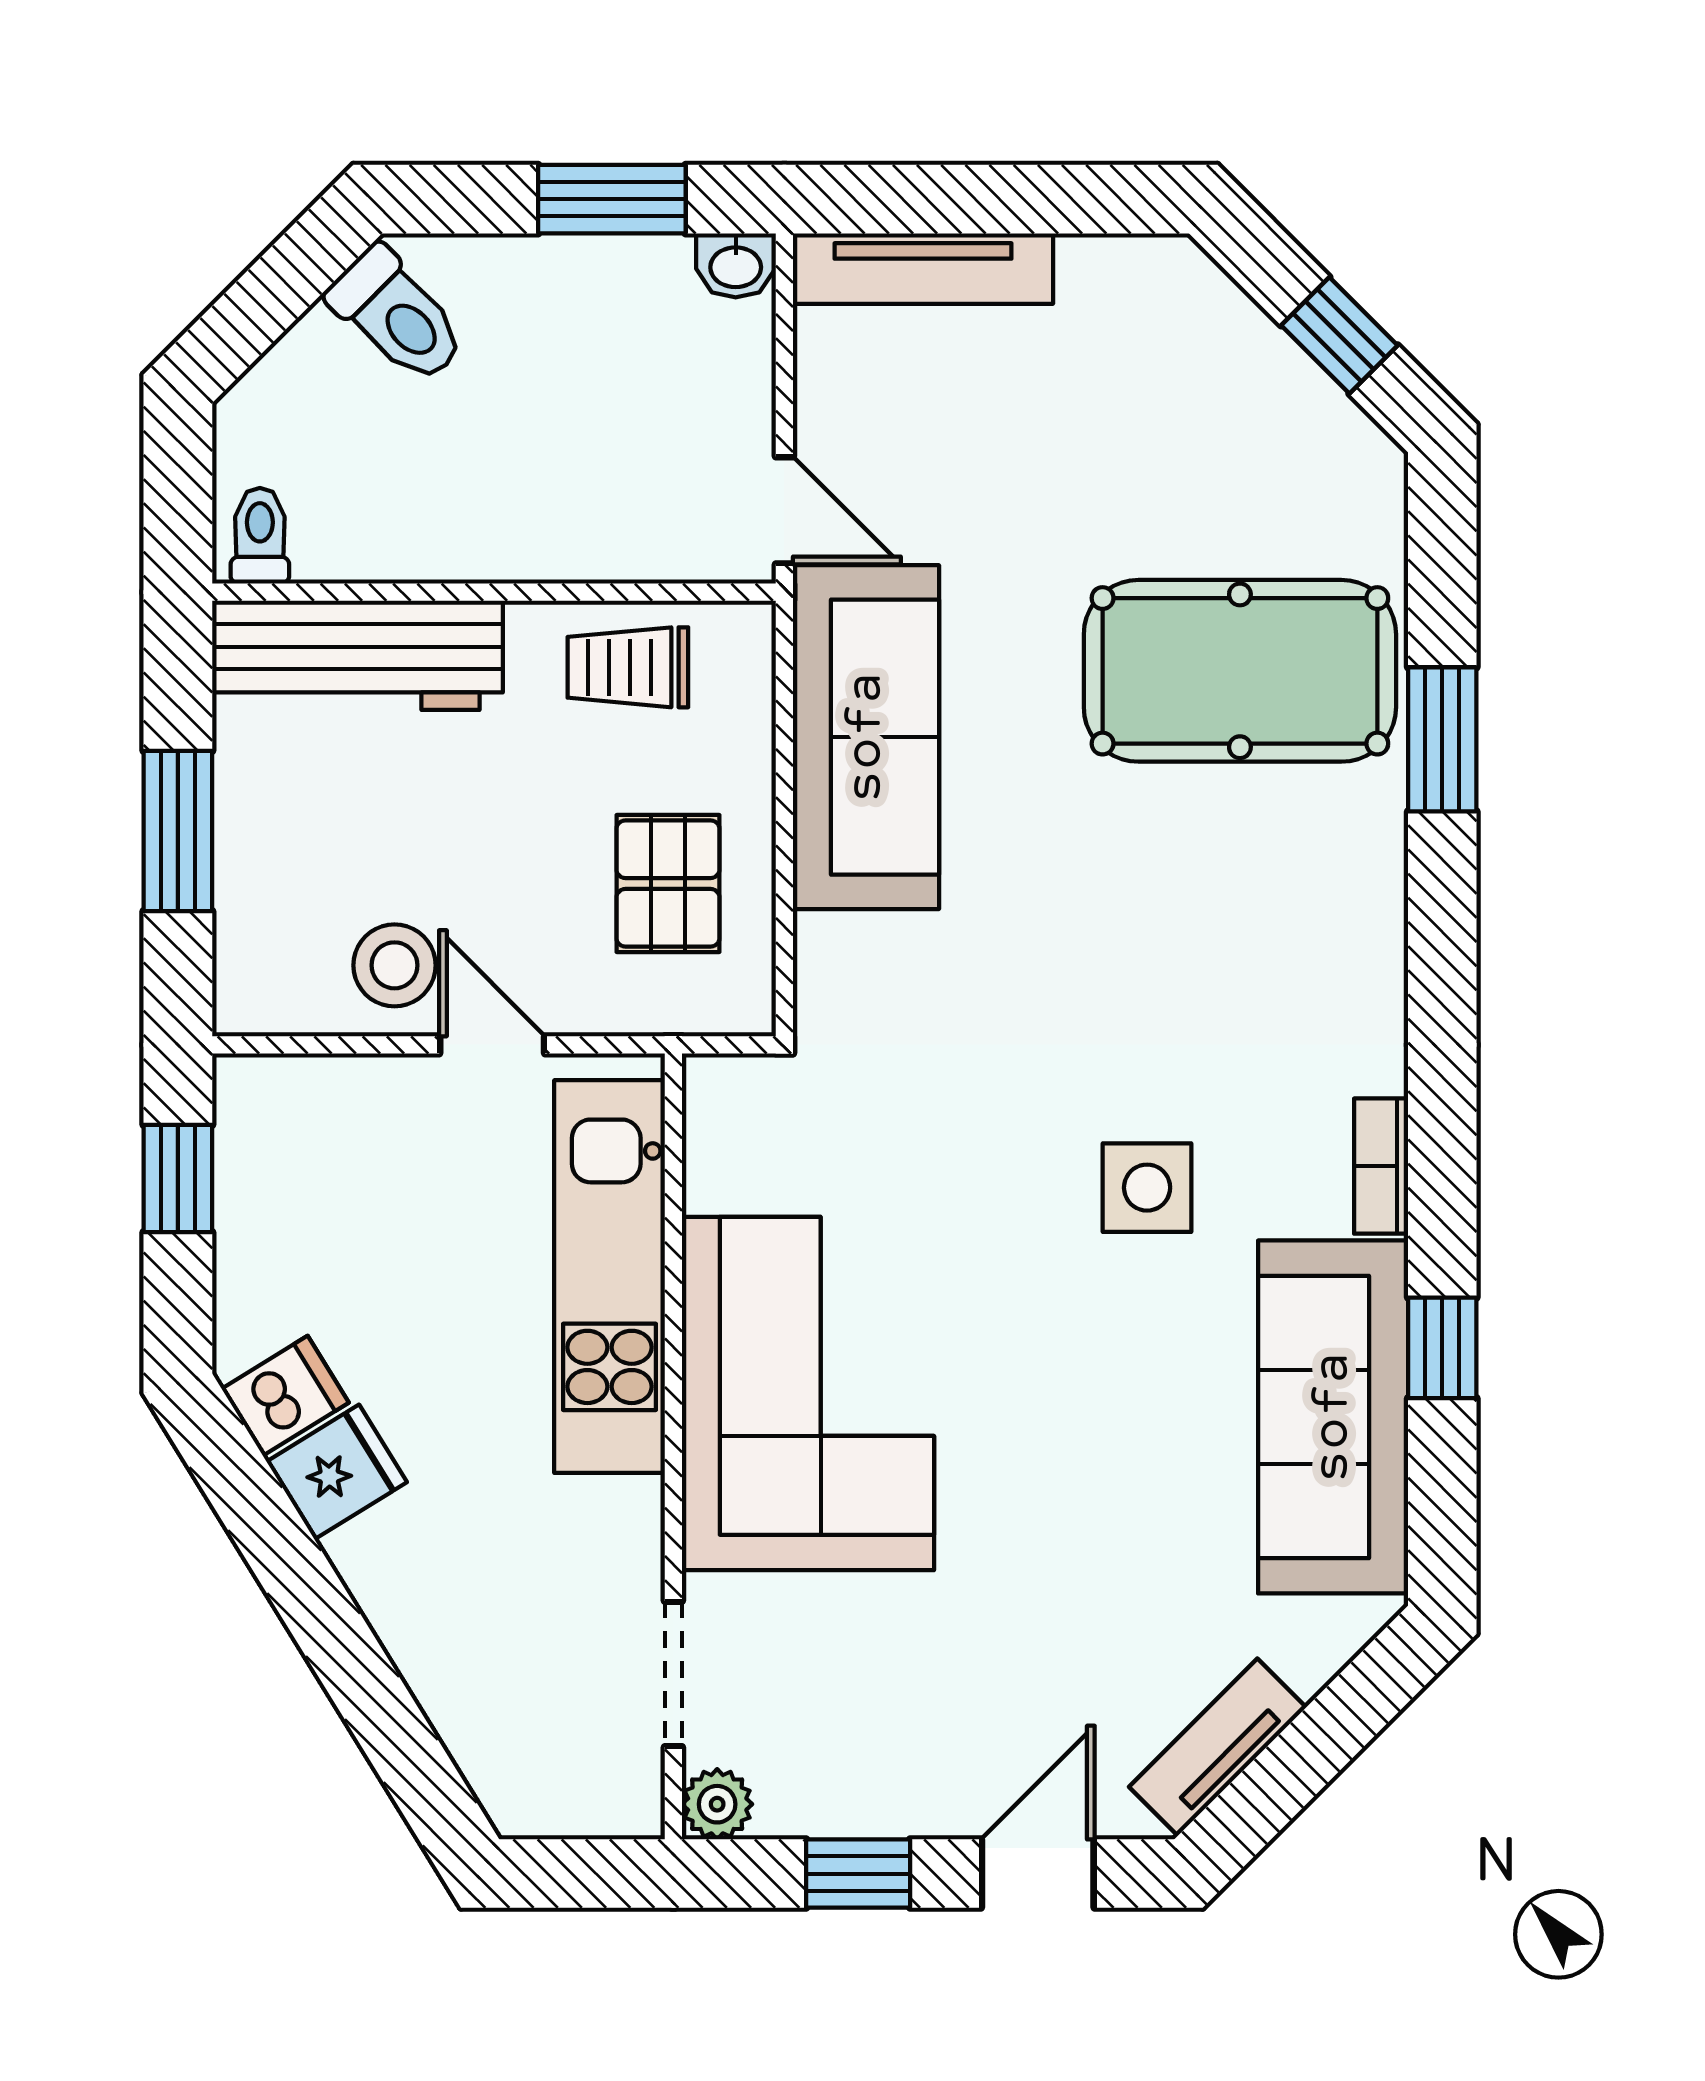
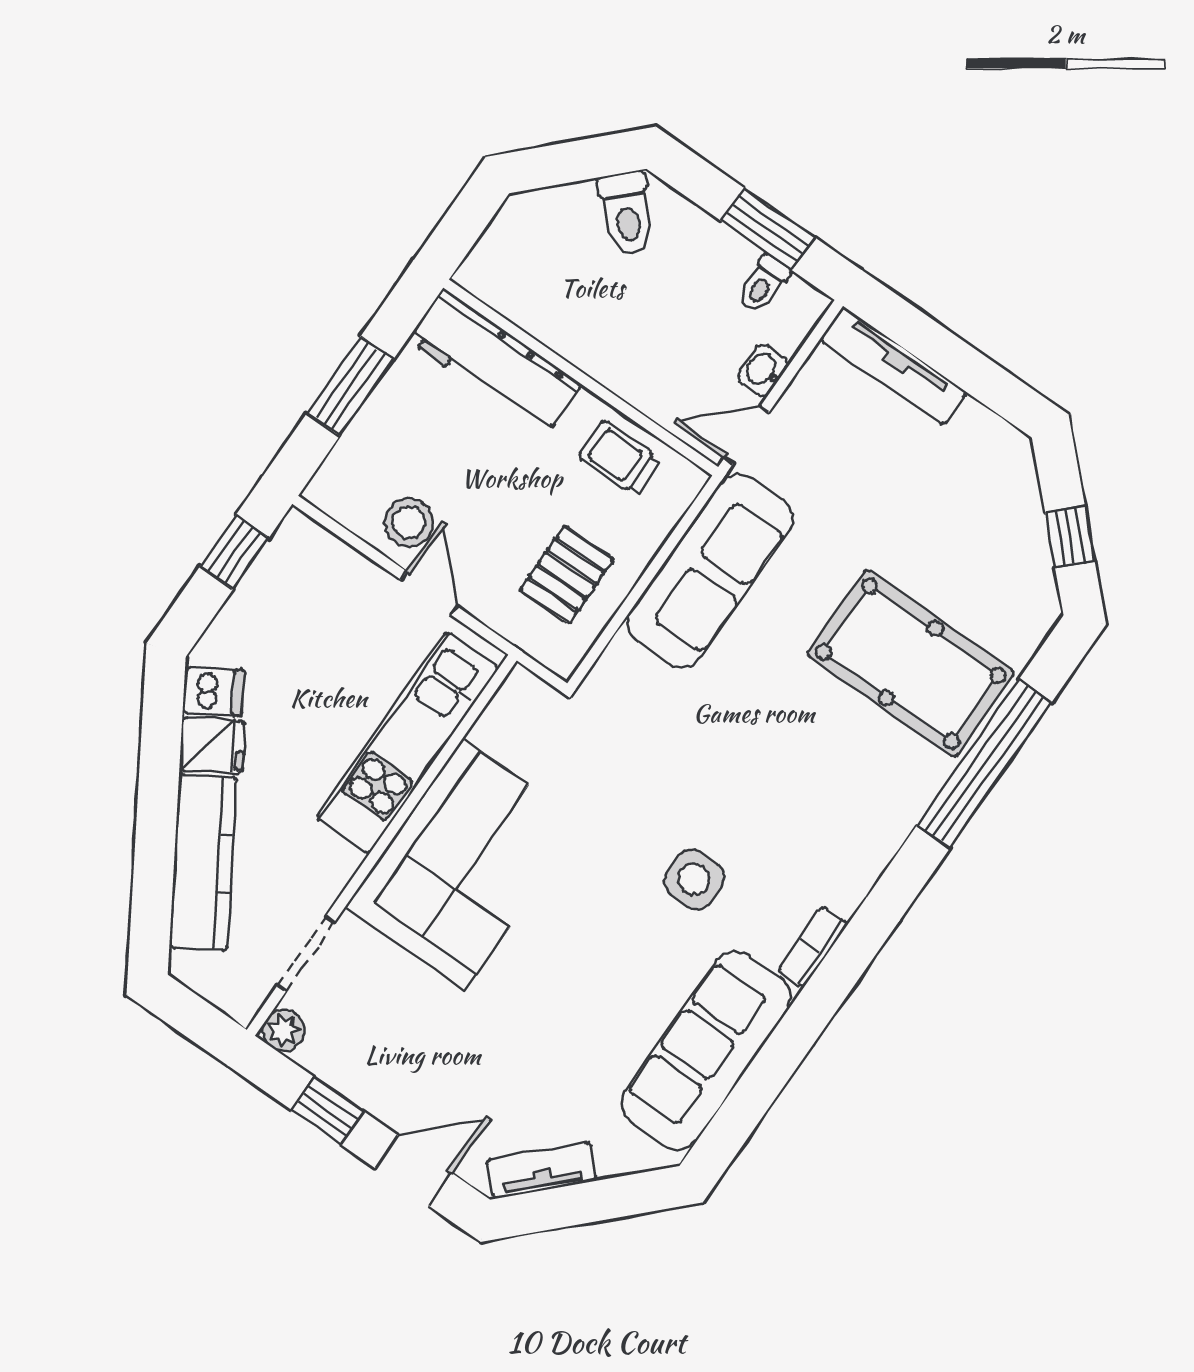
washbasin: (736, 265) -> (763, 370), moved, turned 90
door: (784, 510) -> (747, 435), swing flipped
toilet: (260, 536) -> (763, 284), moved, turned 180
window: (1442, 739) -> (984, 764), width x2.11
window: (1442, 1348) -> (782, 1054), removed
kitchen counter: (439, 1646) -> (203, 862), added

